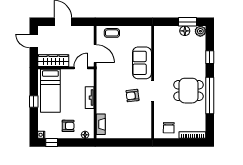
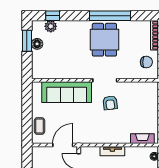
plant: (200, 31) -> (51, 26), moved
window: (210, 57) -> (53, 16), moved
sofa: (142, 63) -> (67, 92), width x1.36

